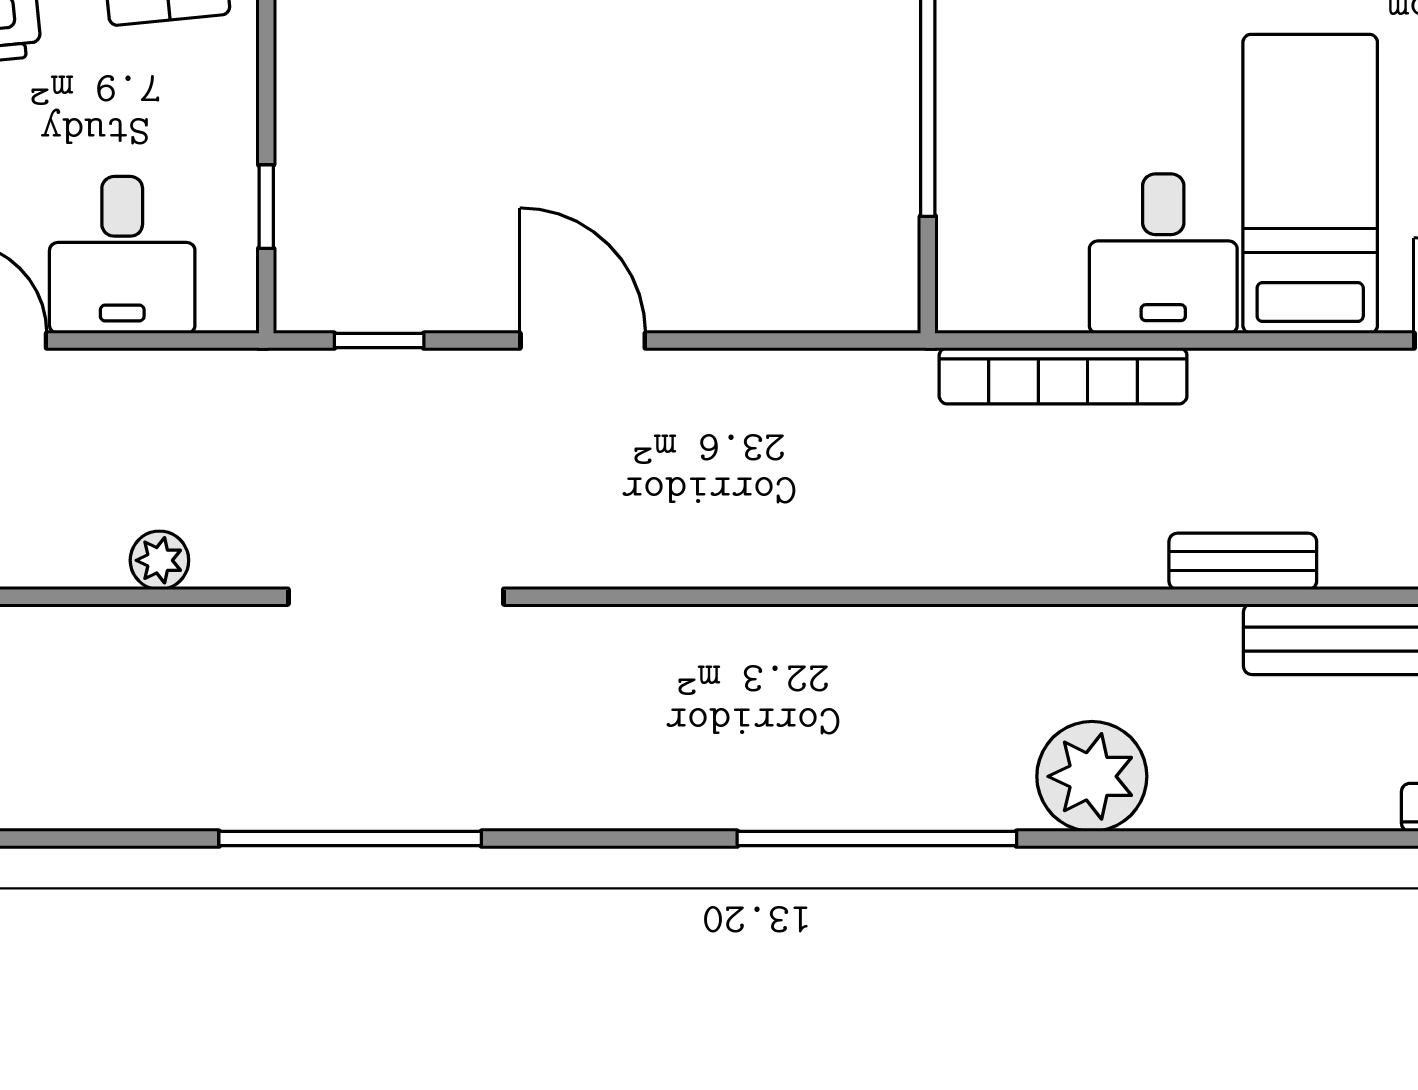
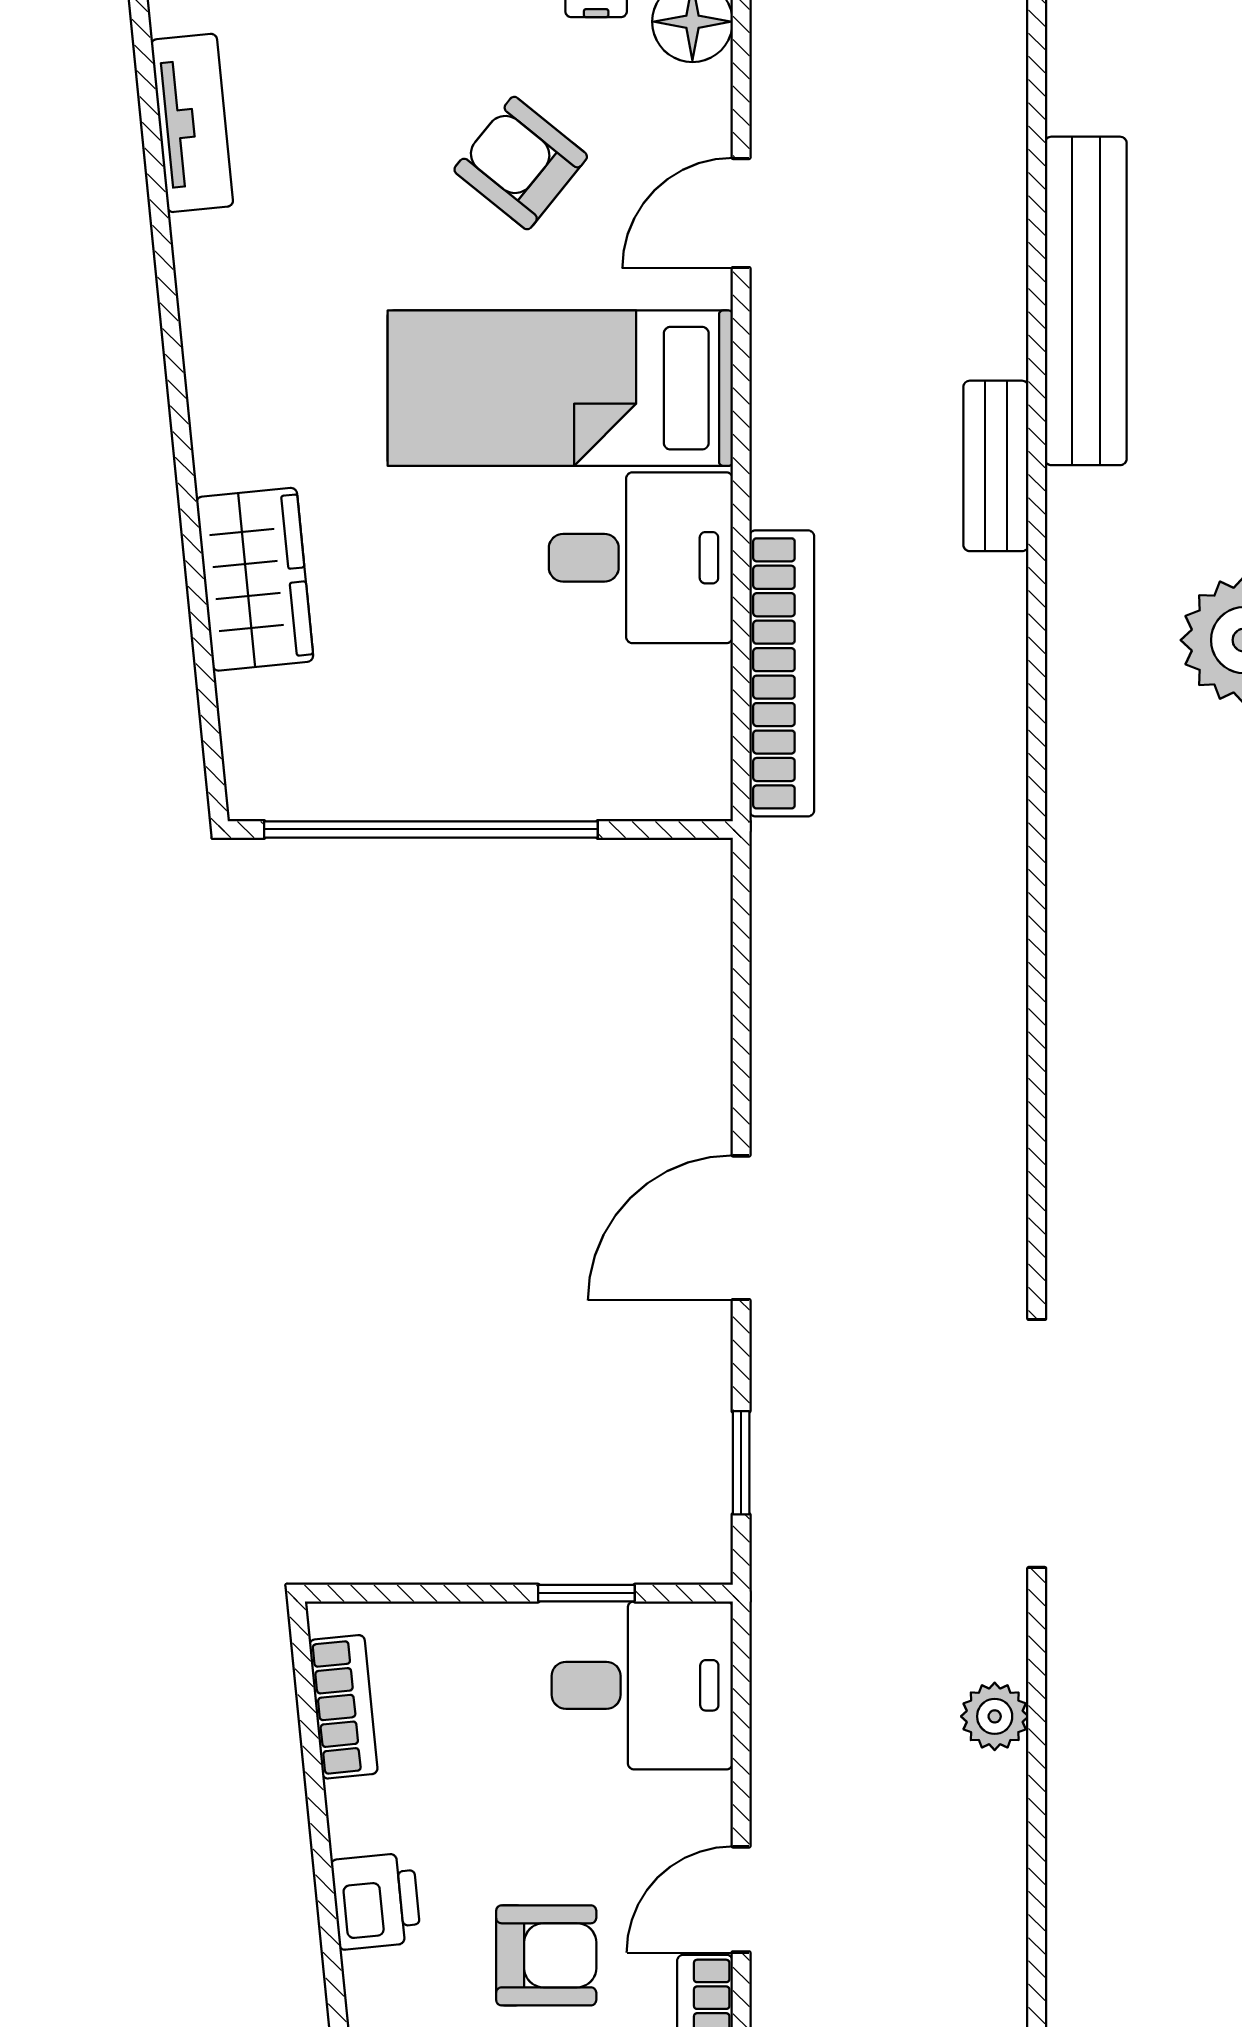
desk: (122, 255) -> (642, 1685), moved

